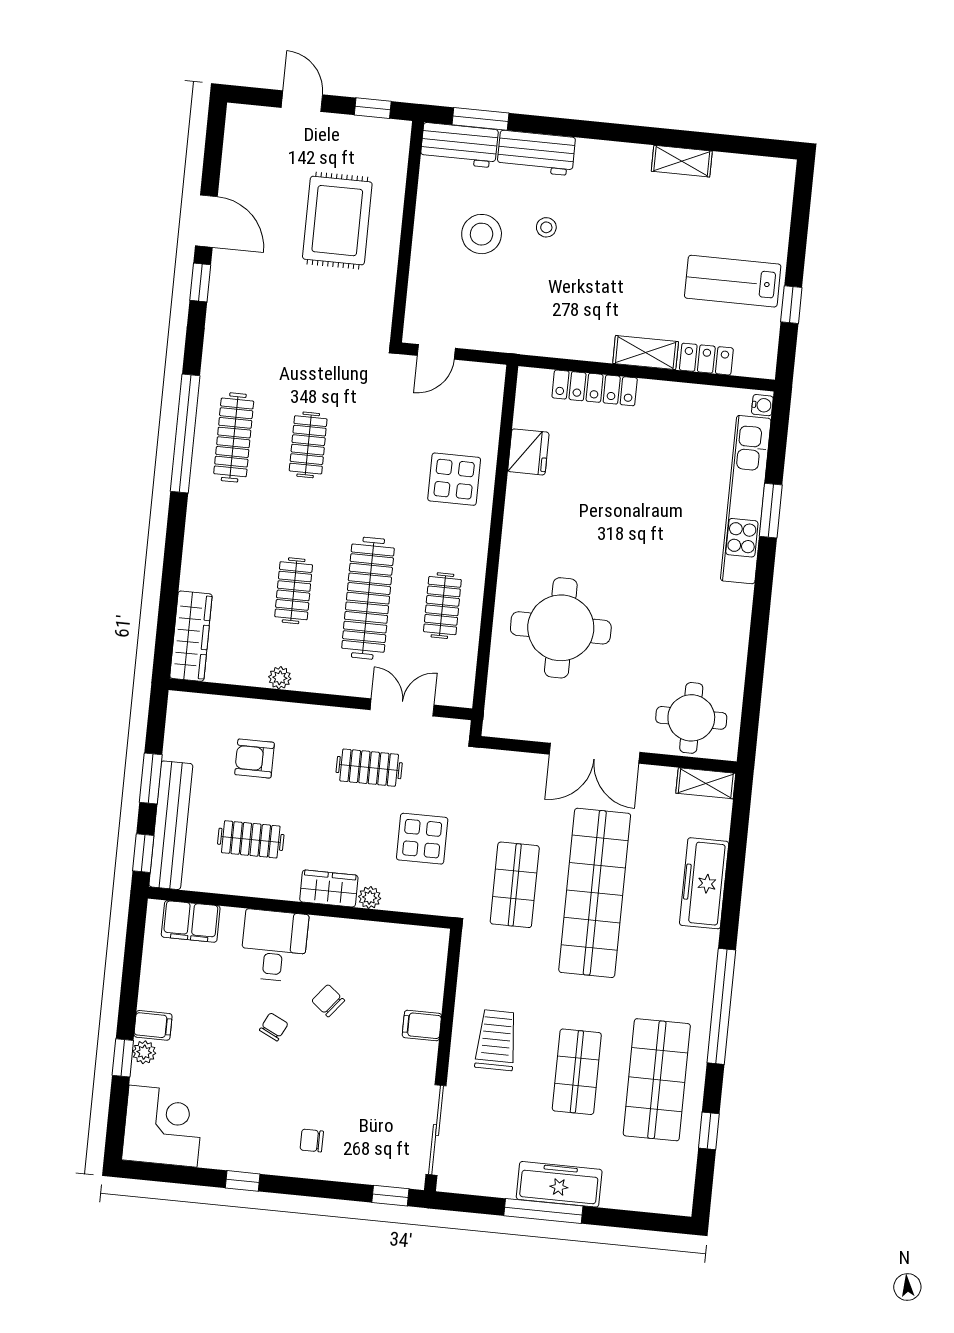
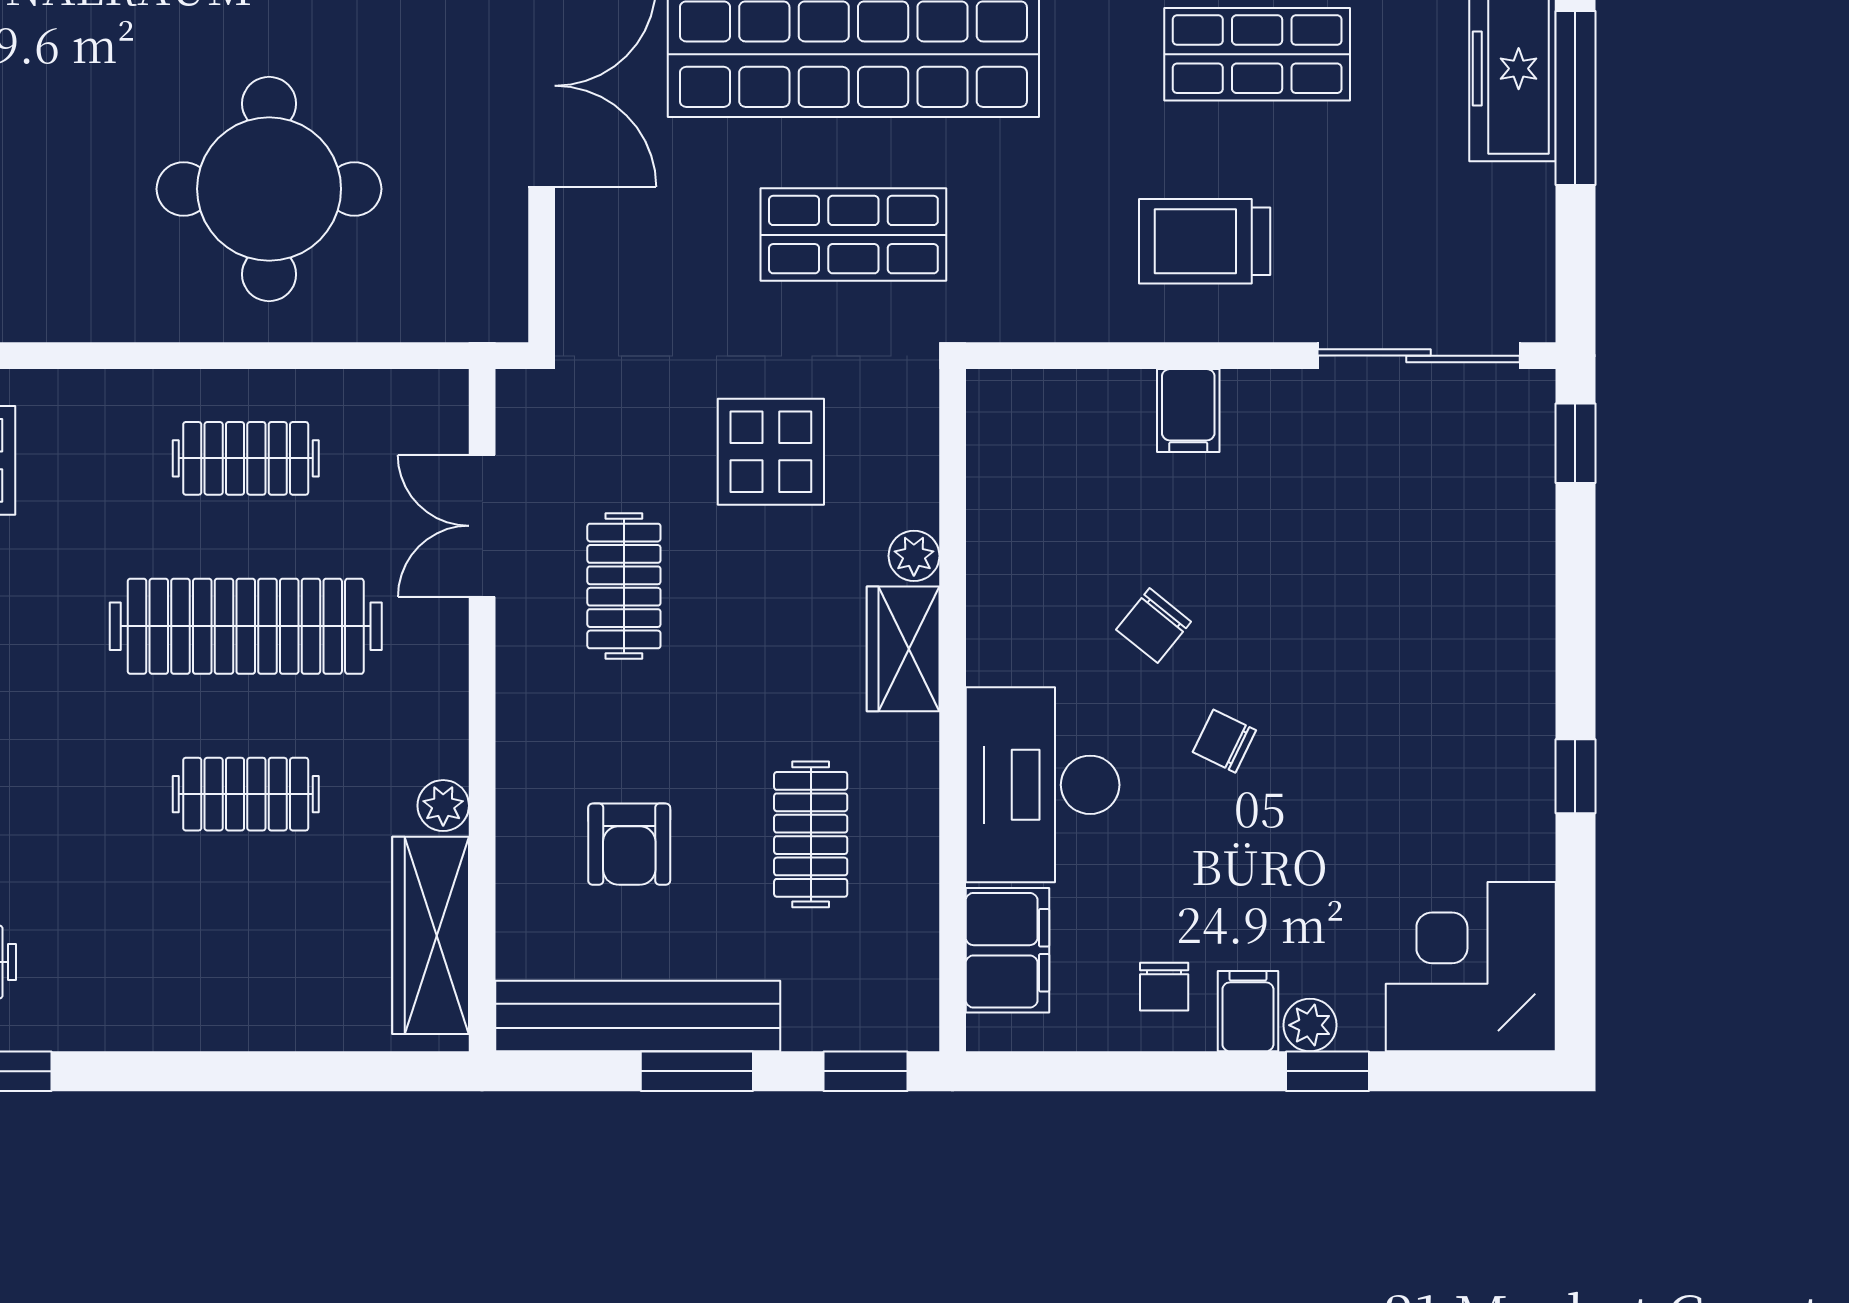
wardrobe: (191, 636) -> (431, 935), moved, turned -90
bench: (171, 825) -> (638, 1016), moved
desk: (274, 946) -> (1043, 785), width x1.37
chair: (312, 1141) -> (1164, 987), moved

